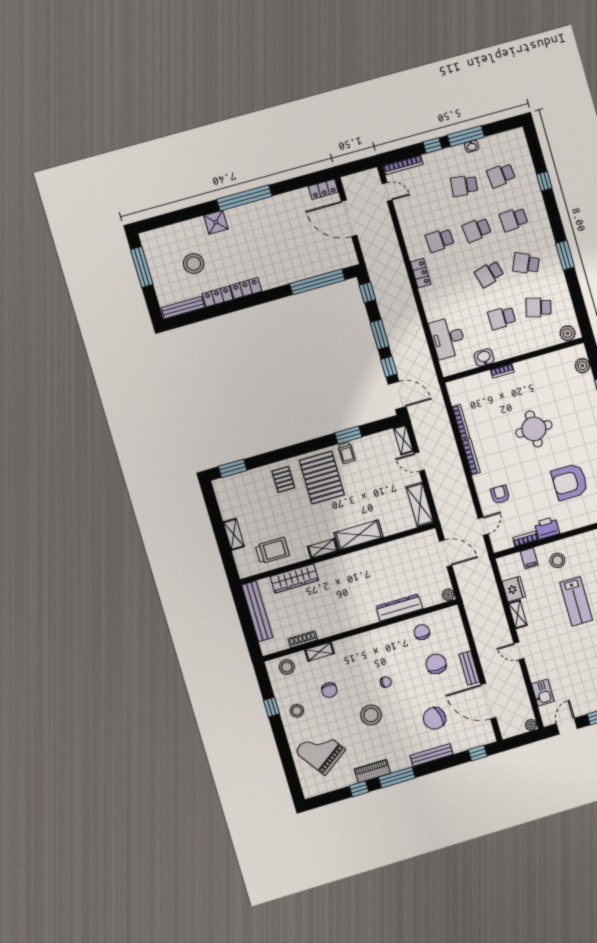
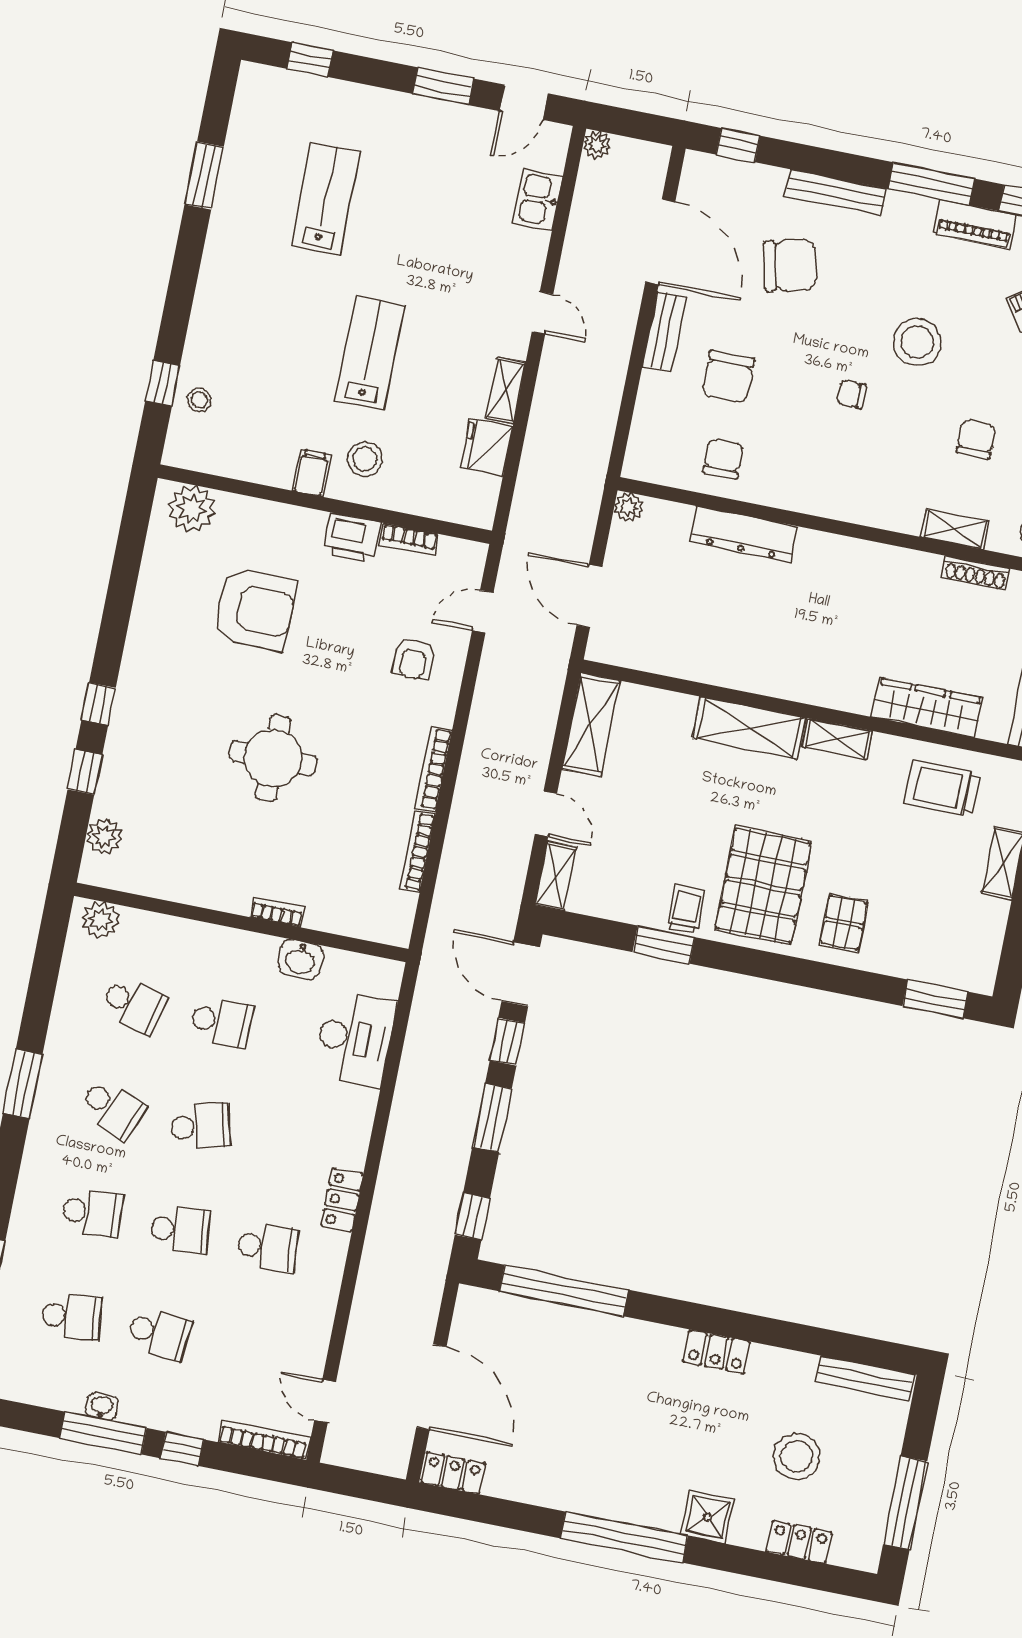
locker: (218, 297) -> (799, 1542), moved, turned 180
filing cabinet: (529, 558) -> (312, 473), moved
chair: (422, 632) -> (723, 459), turned 180

